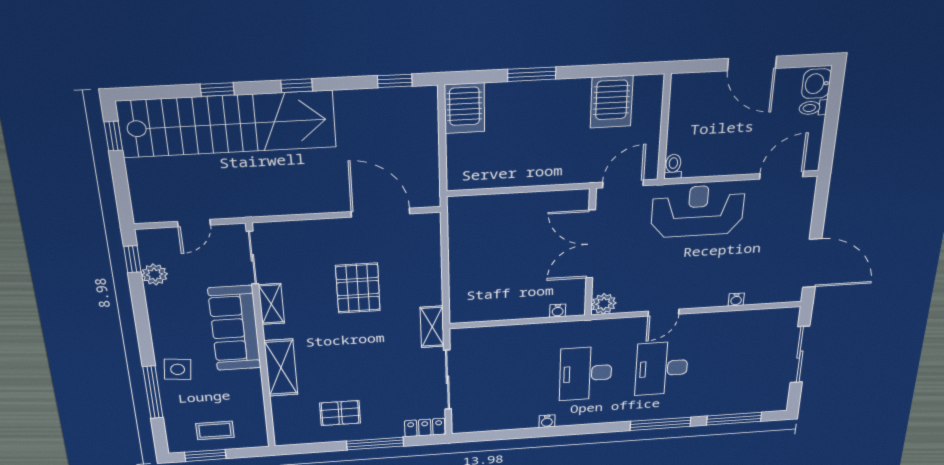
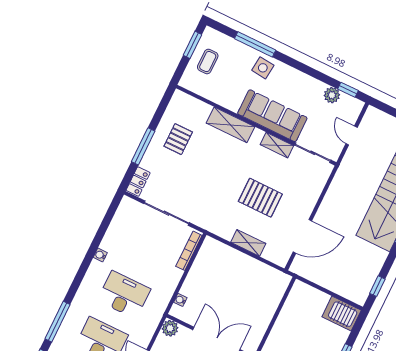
shelving: (432, 327) -> (248, 243), moved
bookcase: (484, 333) -> (189, 251), added

